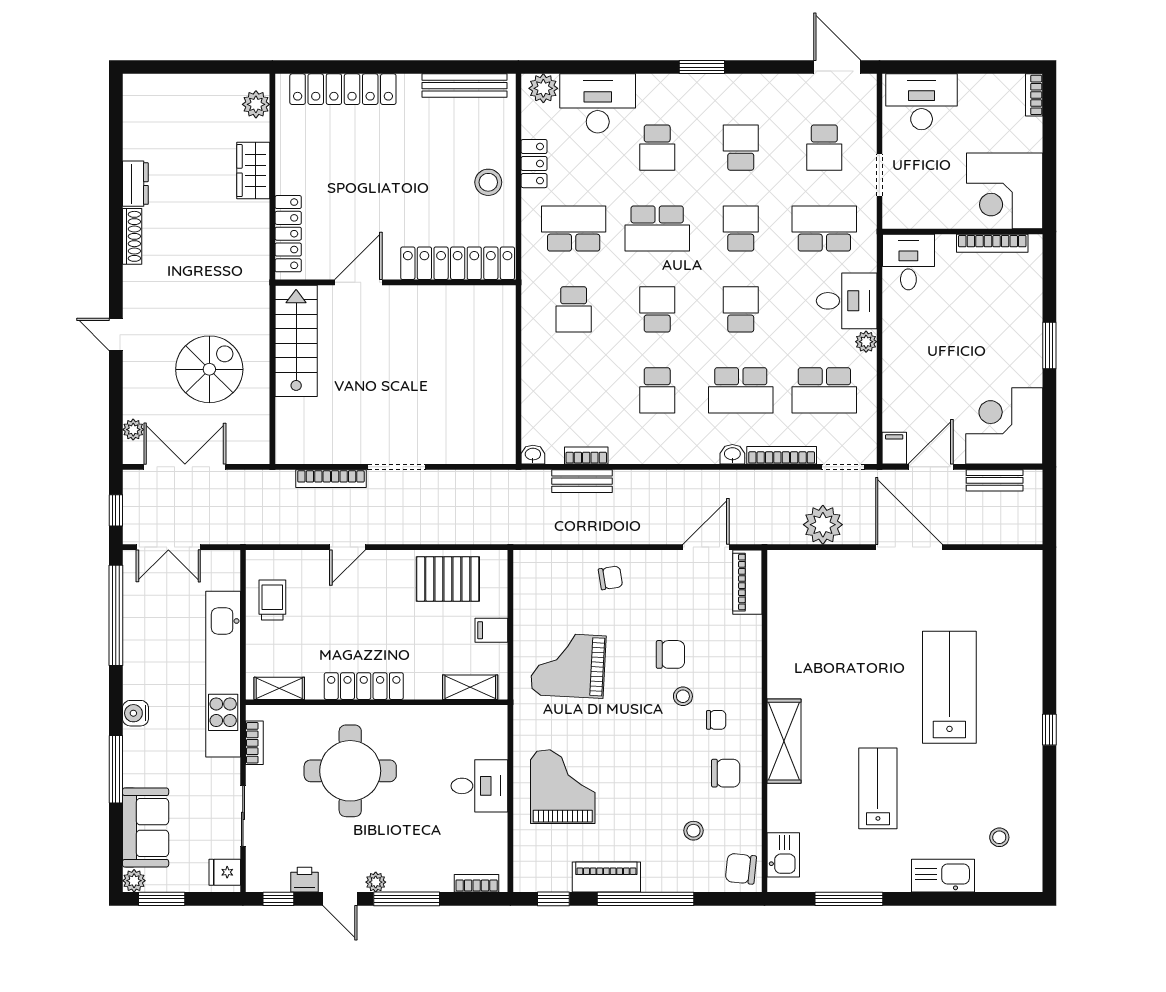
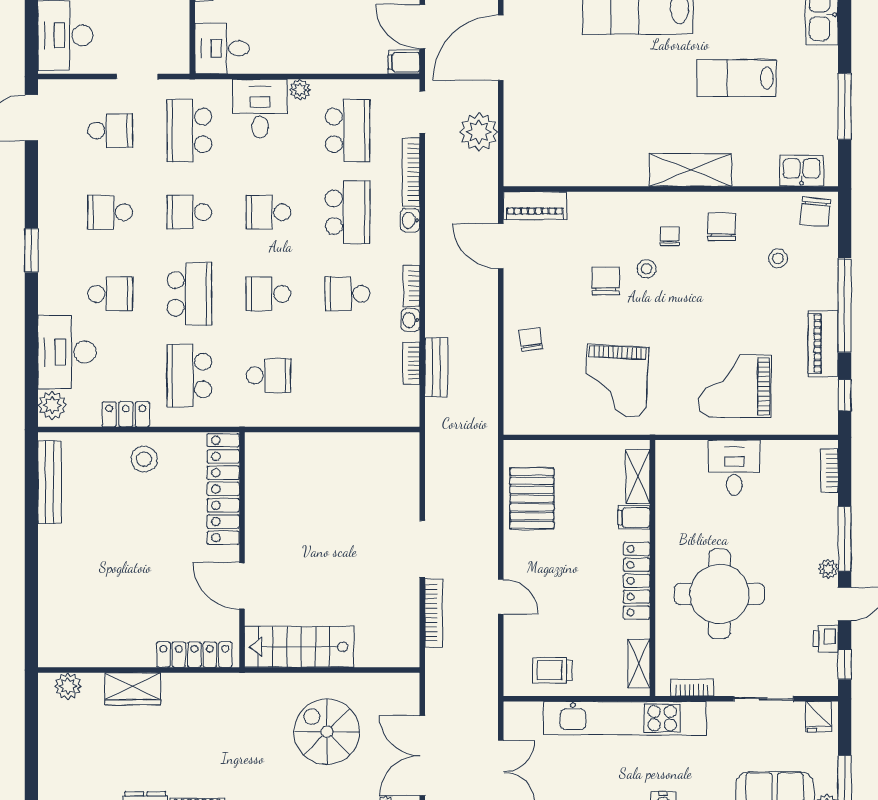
locker: (343, 89) -> (53, 601), removed
school desk: (657, 390) -> (348, 294), turned 180
washbasin: (533, 455) -> (410, 320), moved
bookcase: (665, 456) -> (412, 286), added
filing cabinet: (491, 630) -> (634, 518), moved, turned 90

